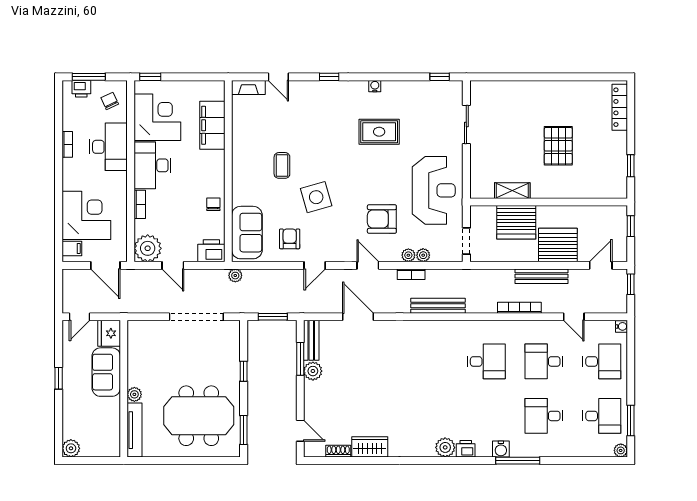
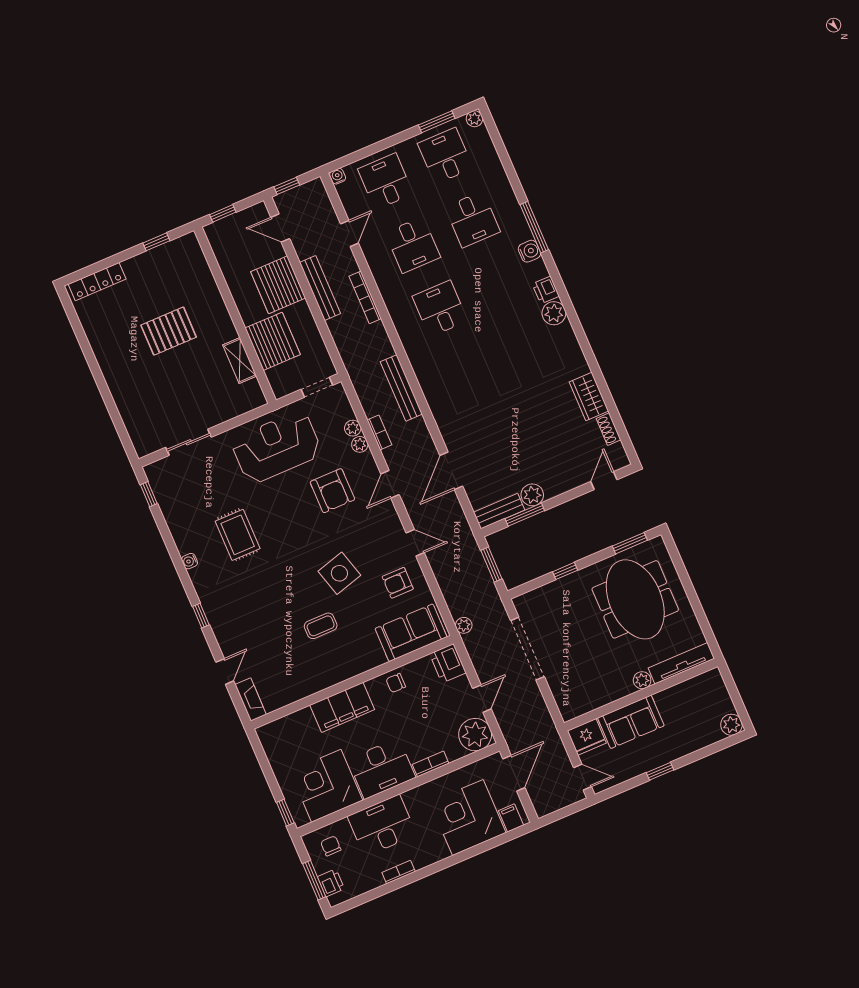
chair: (110, 101) -> (331, 846), turned 115
filing cabinet: (212, 125) -> (342, 707), moved

